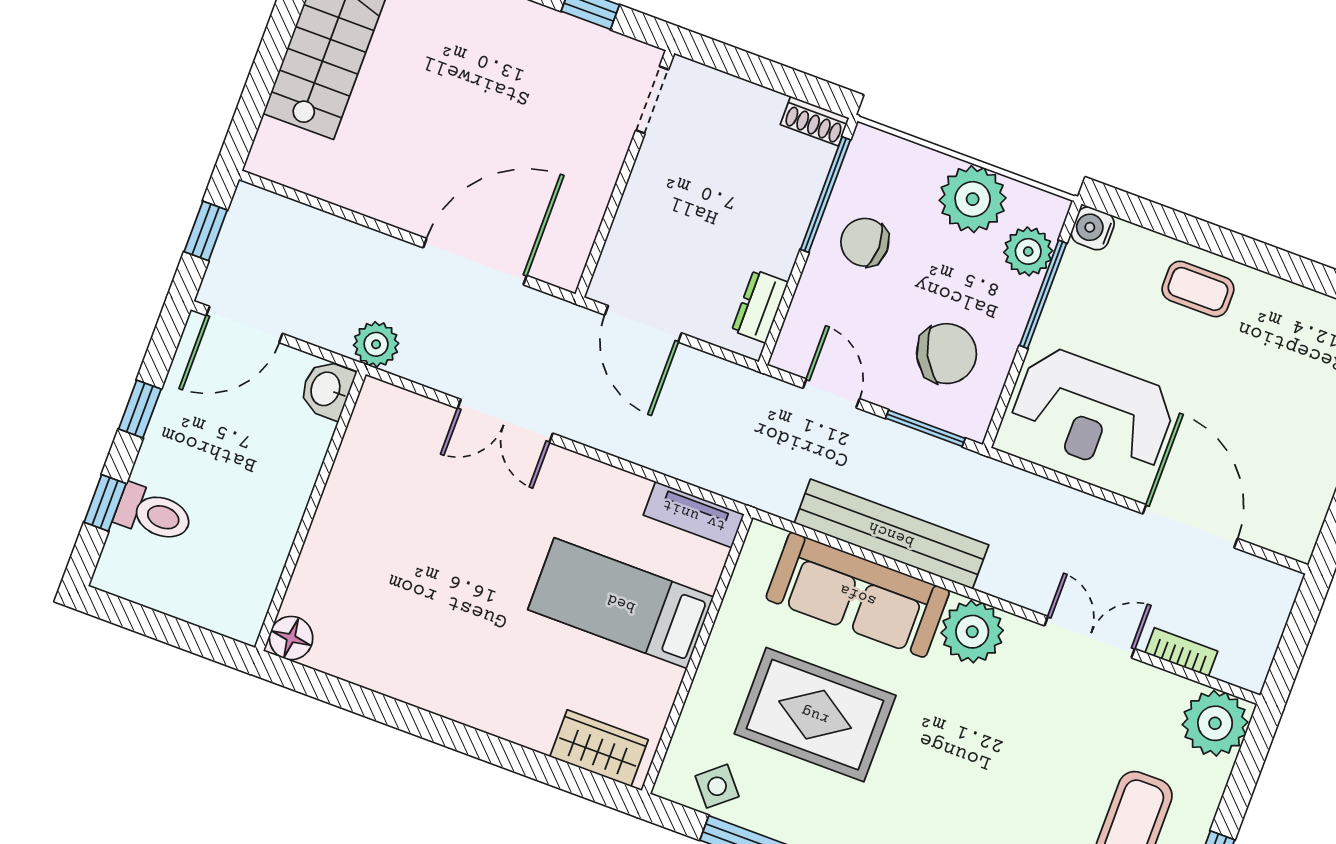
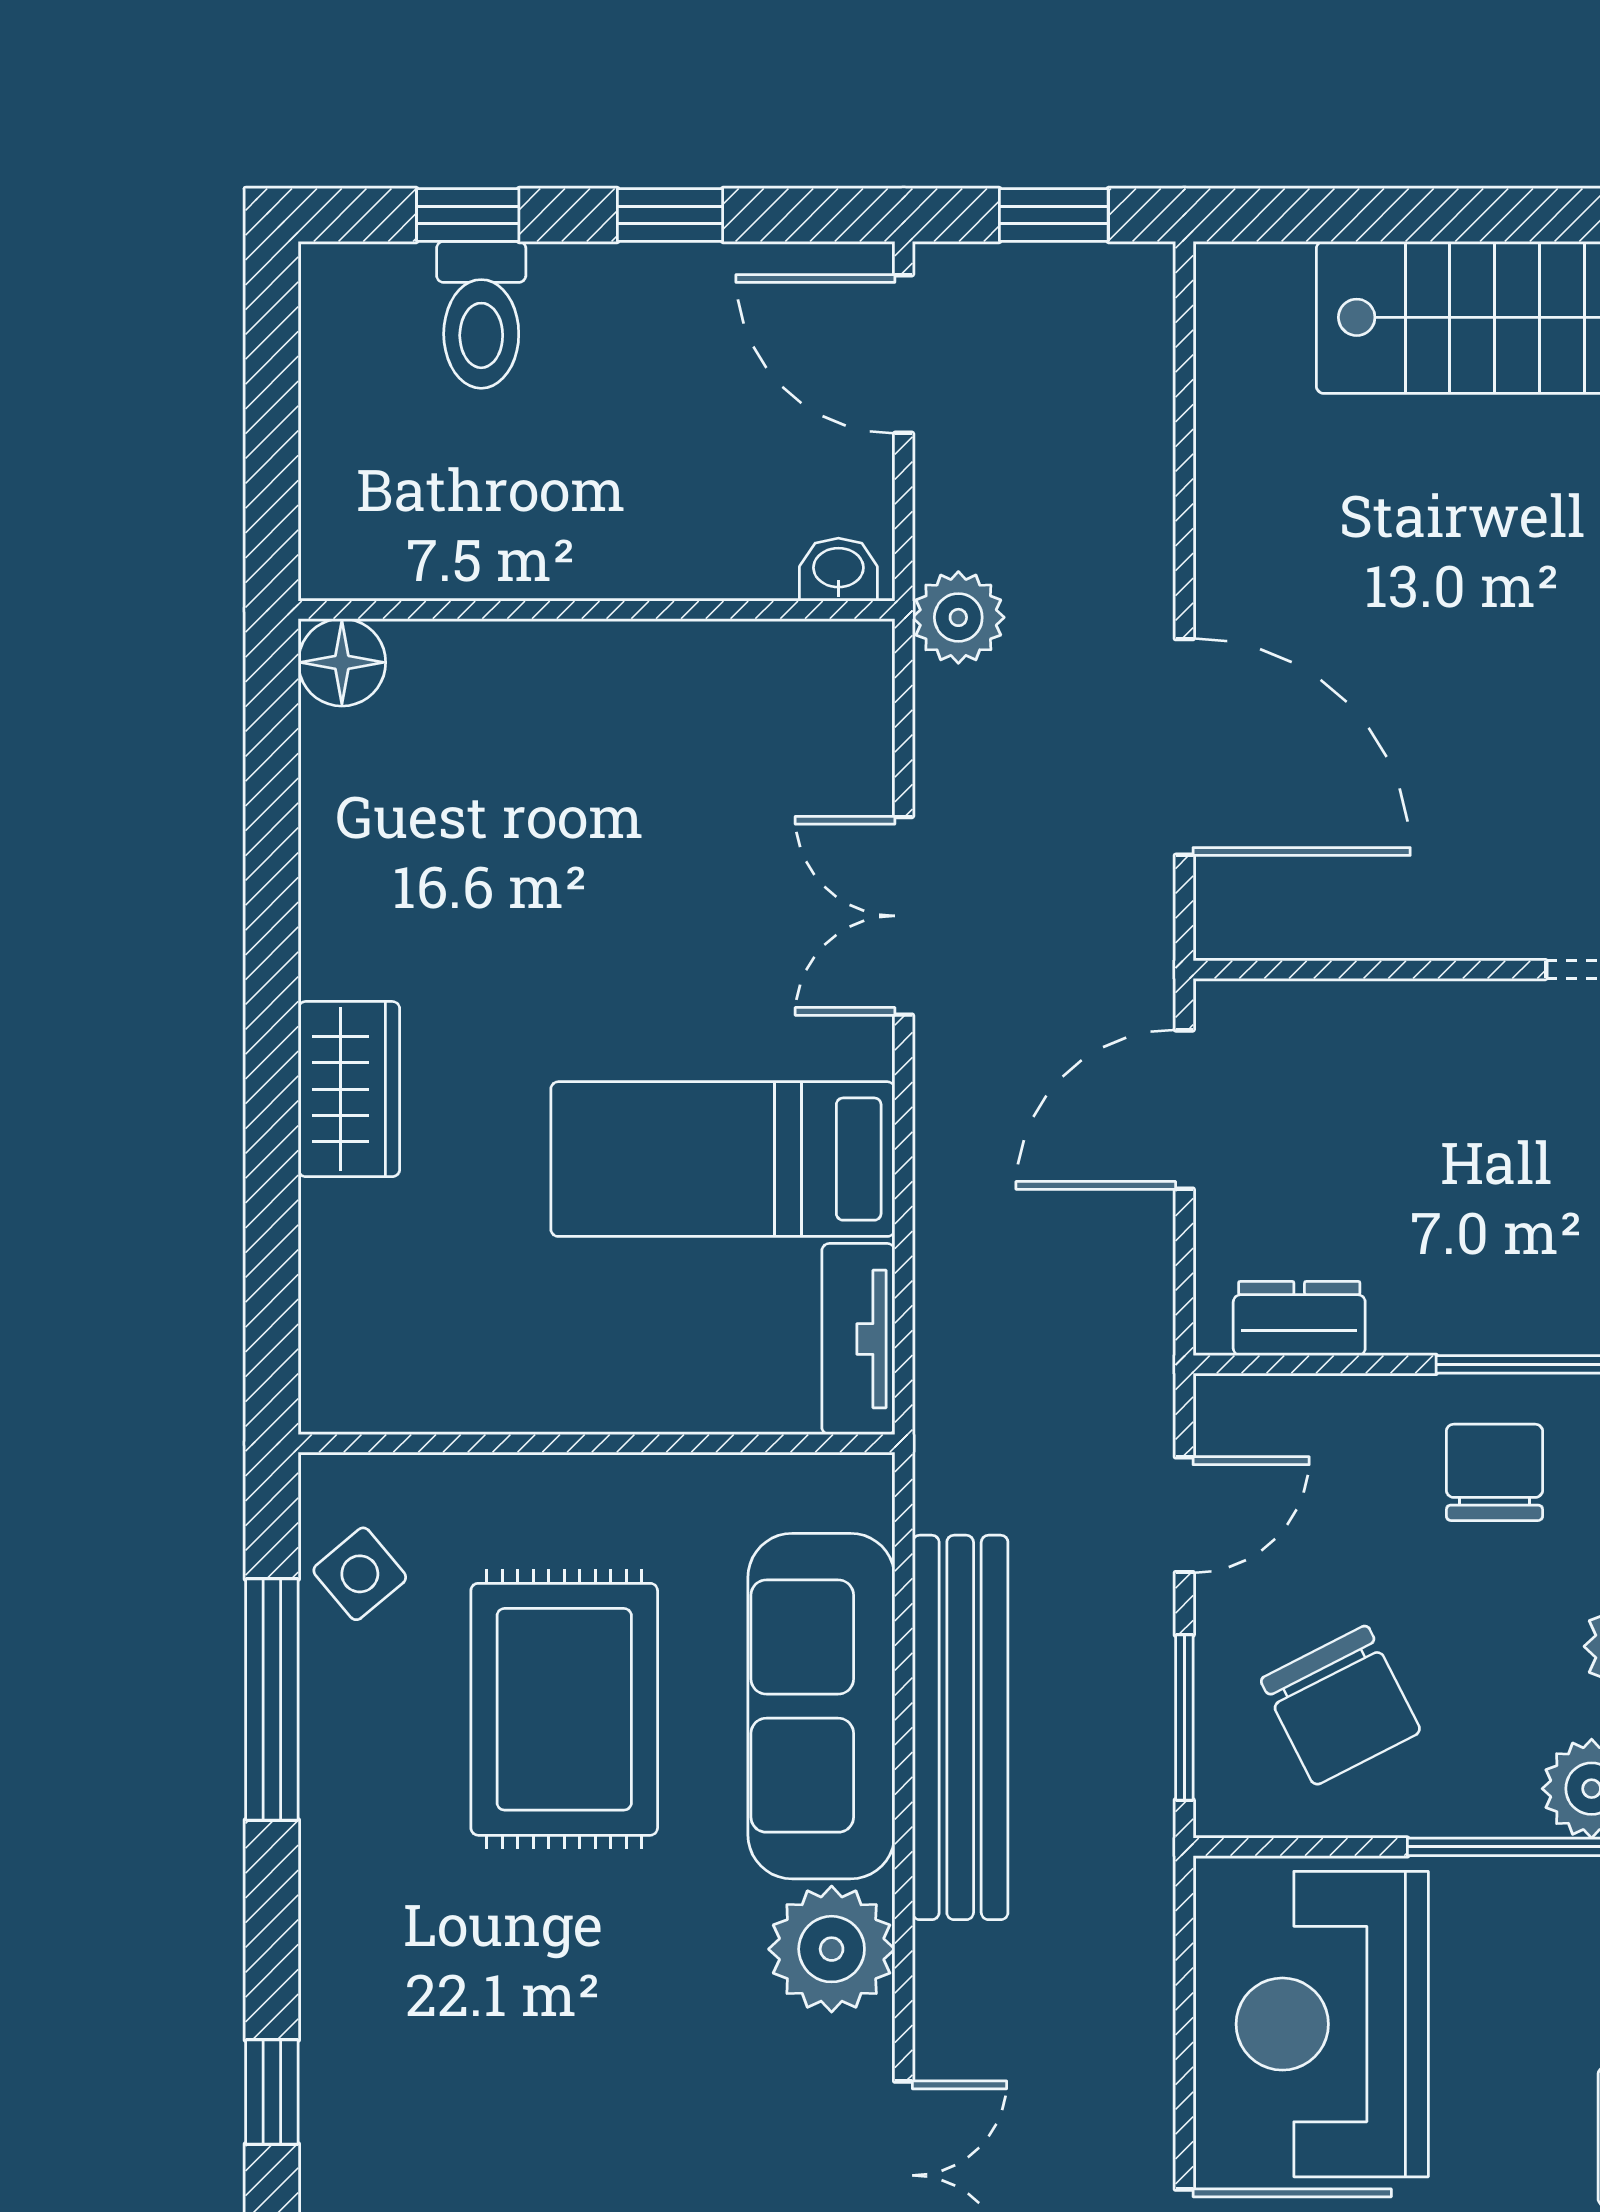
washbasin: (327, 389) -> (838, 570), width x0.72, depth x0.69
bed: (621, 603) -> (723, 1159), moved, turned -90
wardrobe: (599, 748) -> (349, 1089), moved

